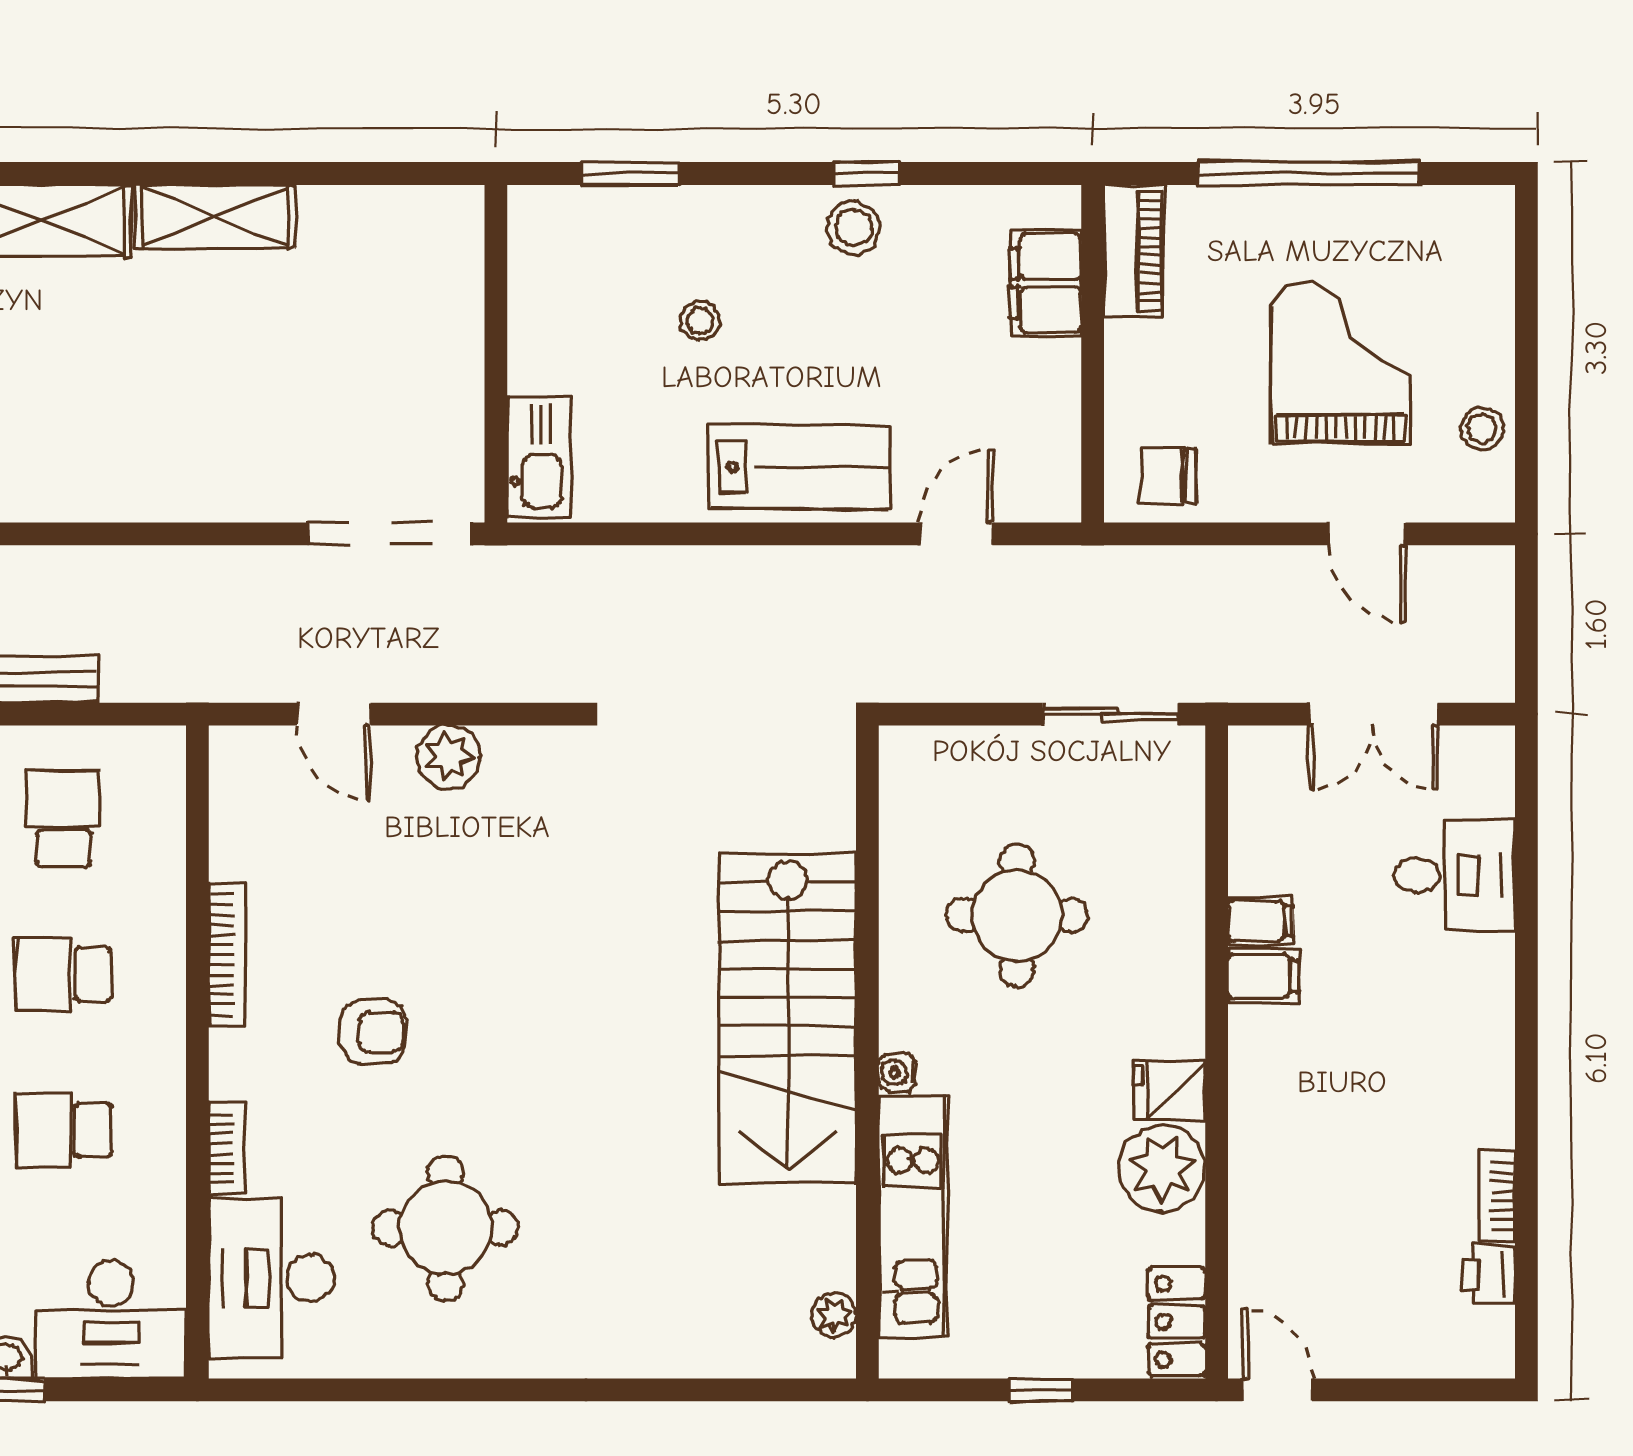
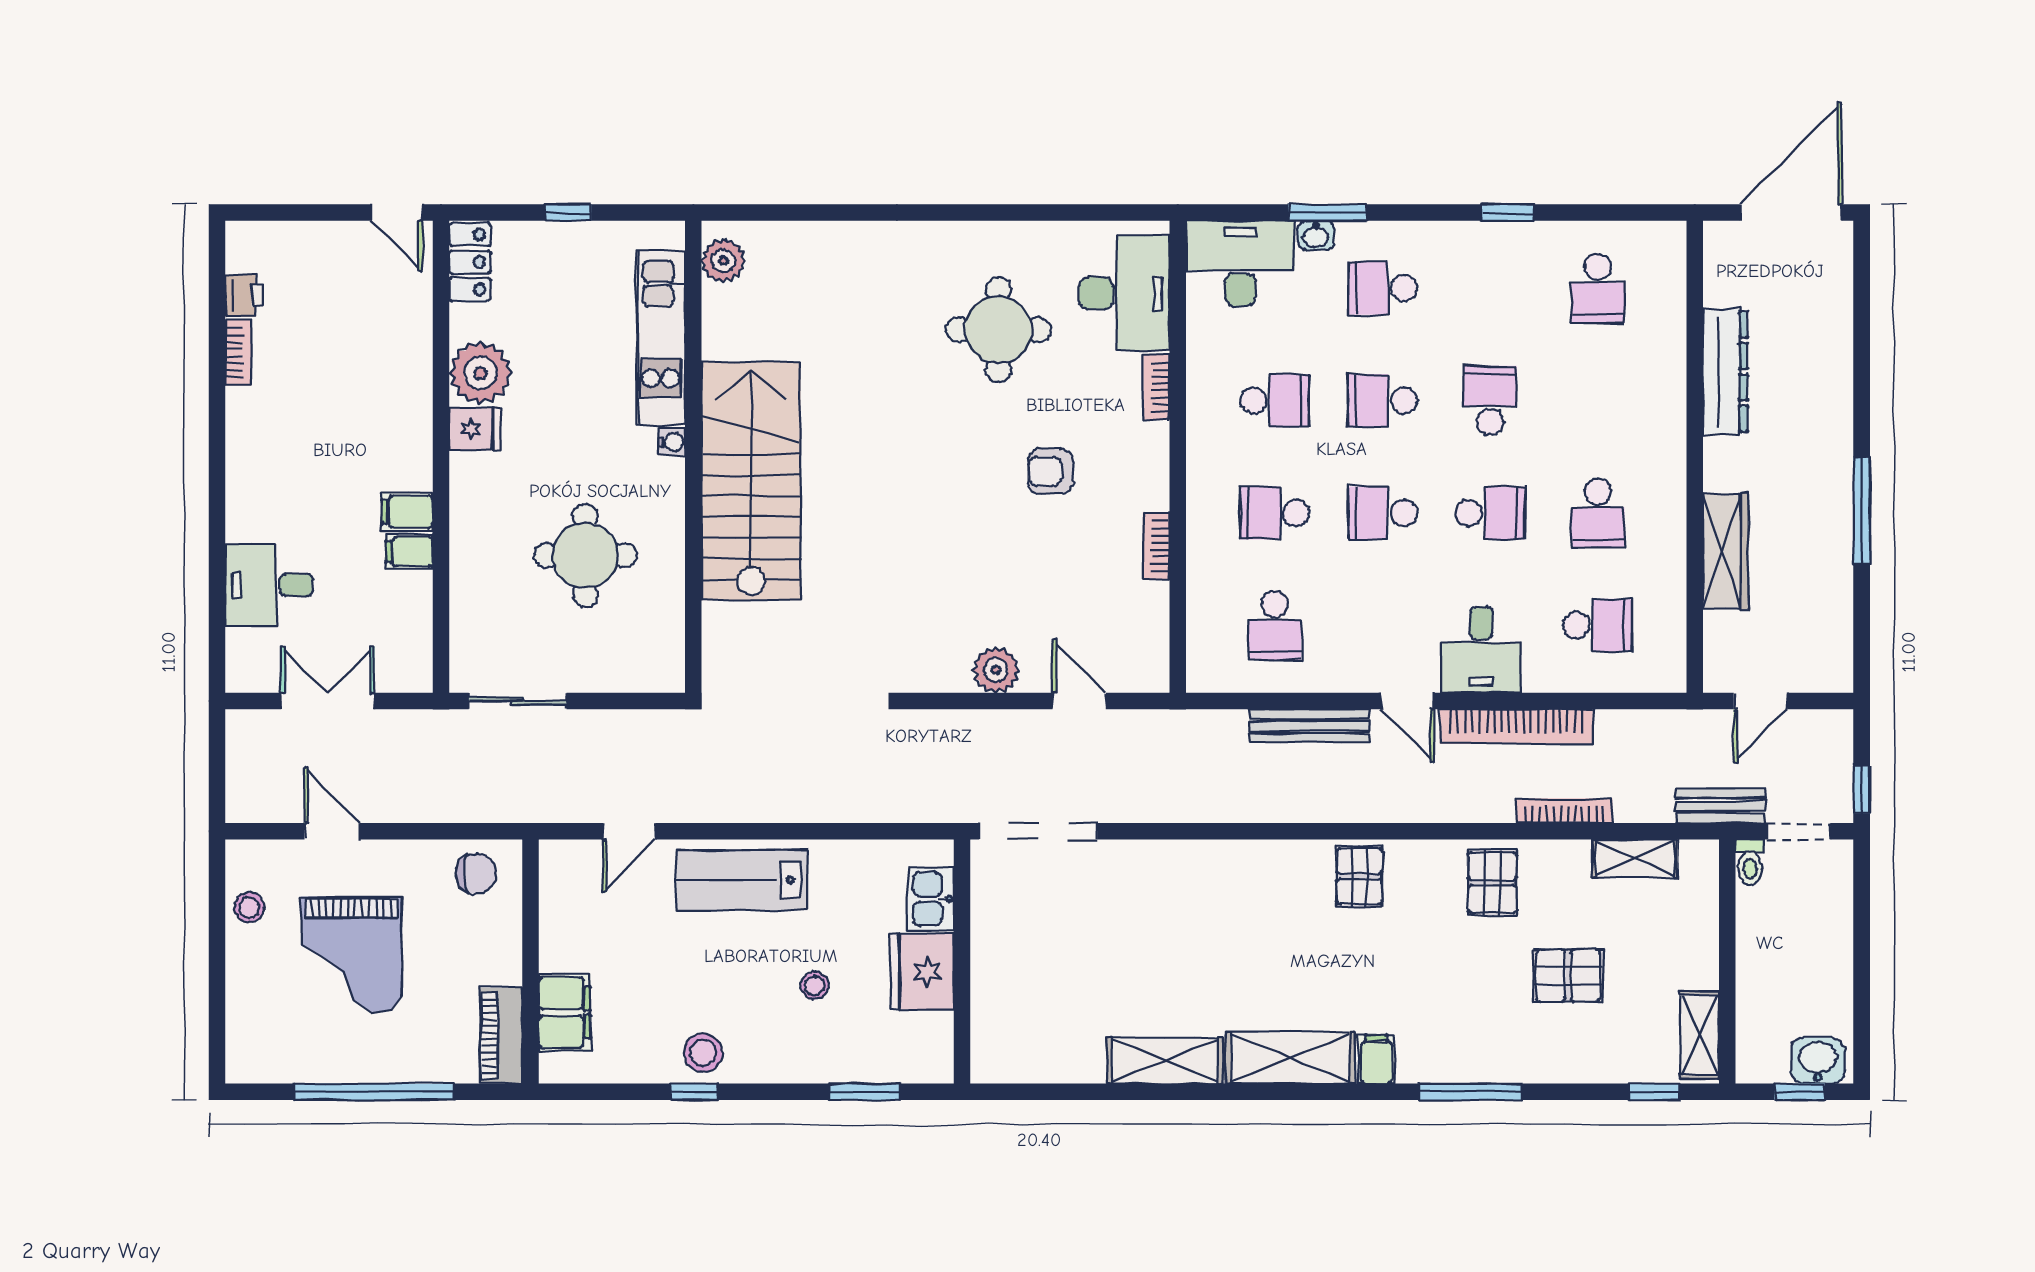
fridge: (551, 340) -> (922, 972), added
kitchen sink: (539, 457) -> (931, 899), width x0.73
bookcase: (227, 955) -> (1156, 546), width x0.64
school desk: (63, 974) -> (1275, 513), turned 180
plant: (834, 1315) -> (723, 261), width x1.38, depth x1.38

